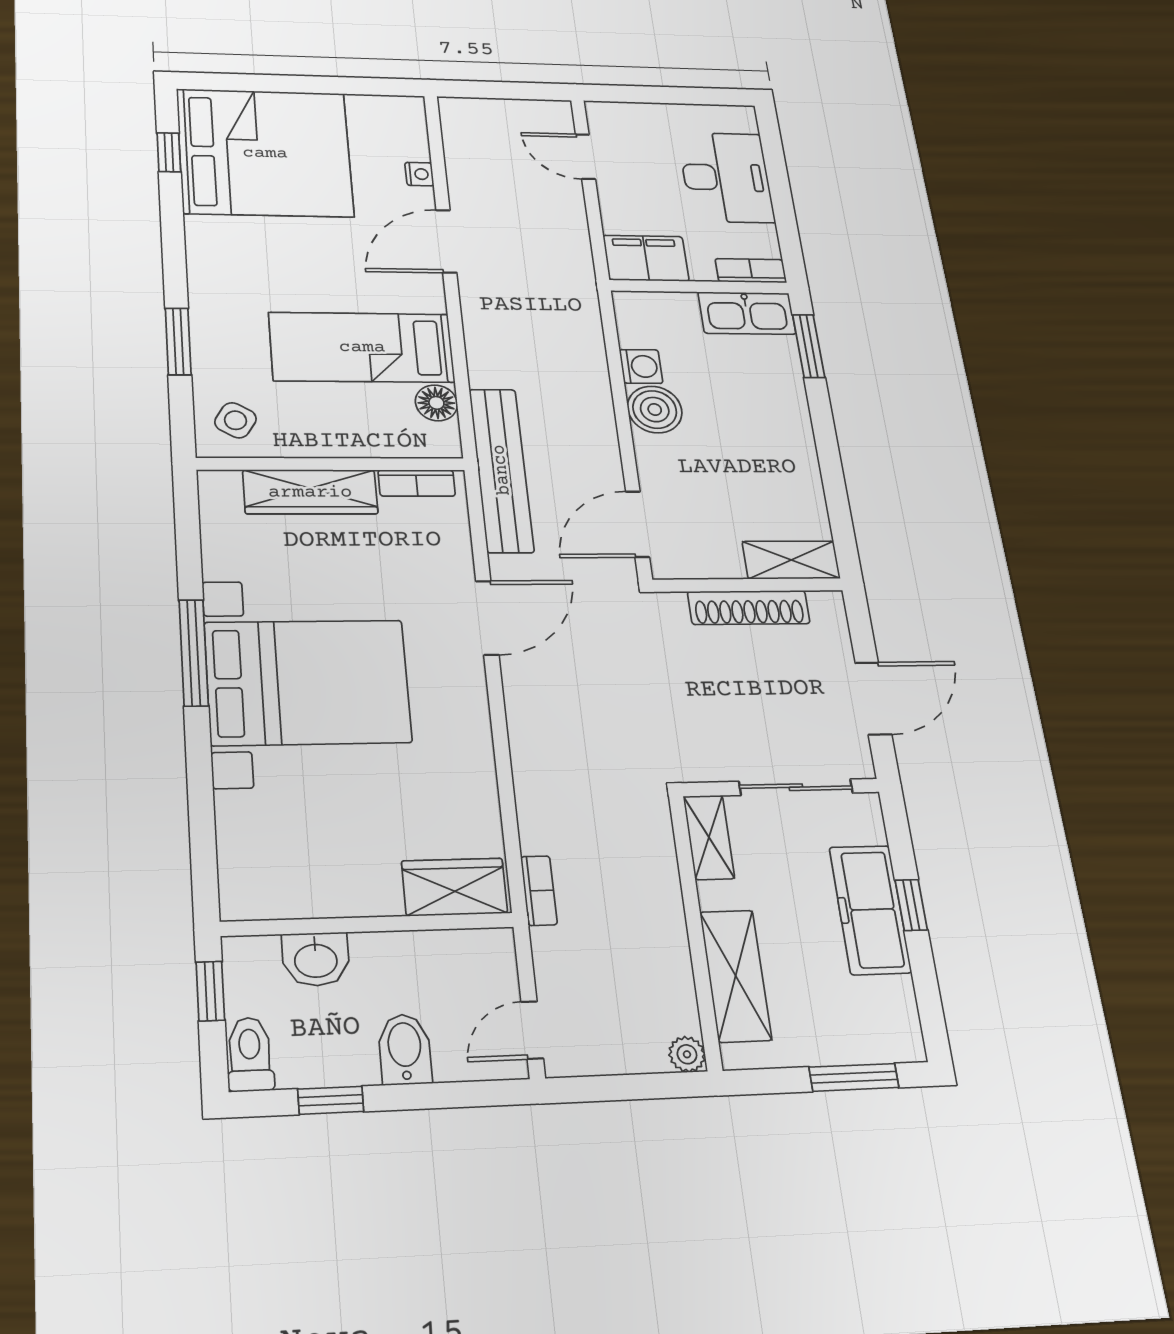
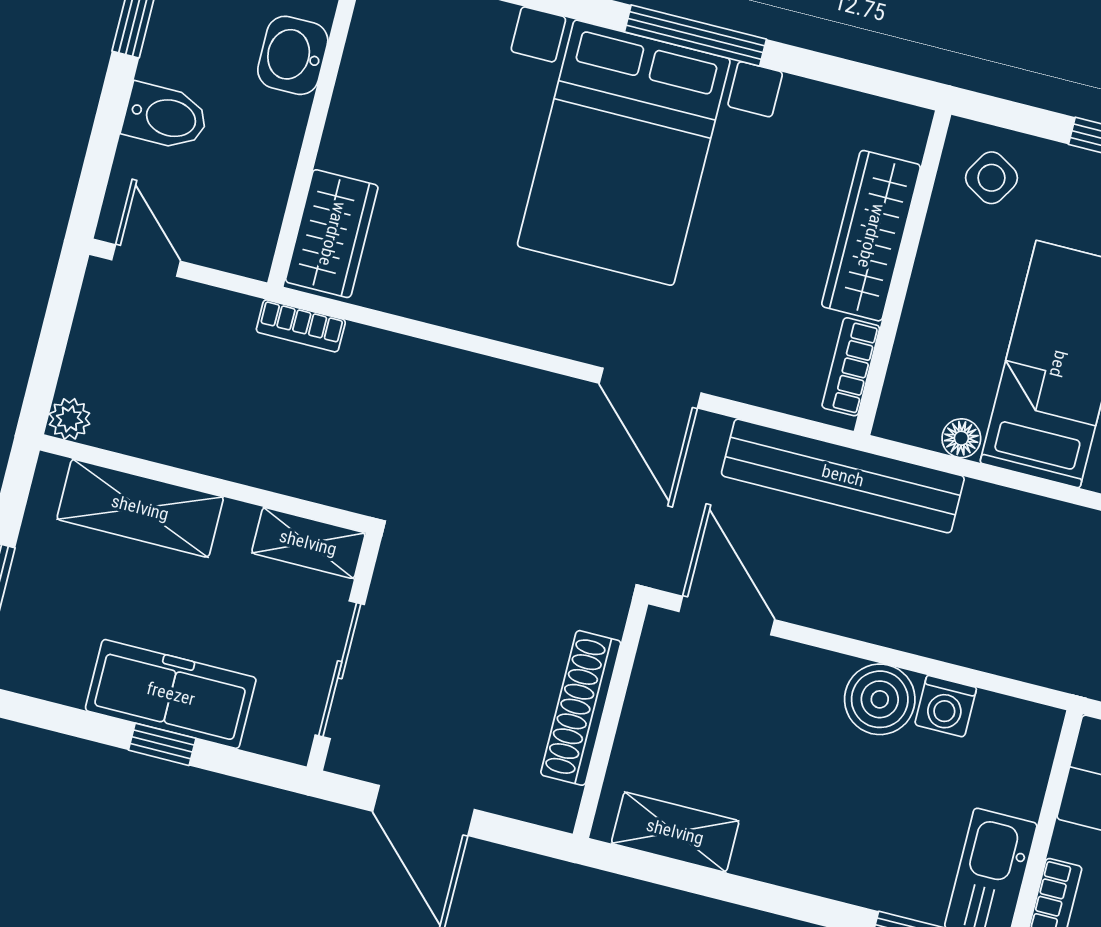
floor lamp: (436, 403) -> (961, 438), width x0.73, depth x0.73
shelving: (791, 560) -> (675, 832), moved, turned 90

